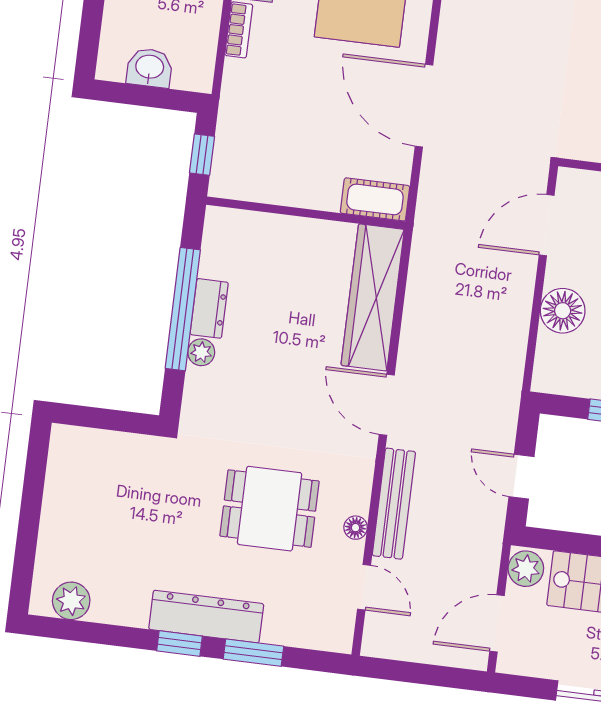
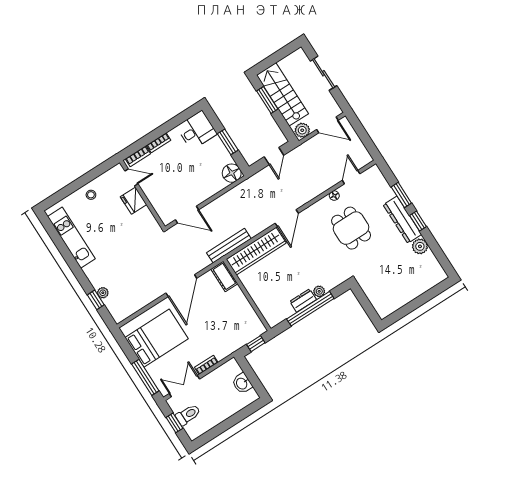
floor lamp: (563, 311) -> (232, 173), moved
bench: (394, 504) -> (229, 246), moved
plant: (71, 601) -> (420, 246), moved

